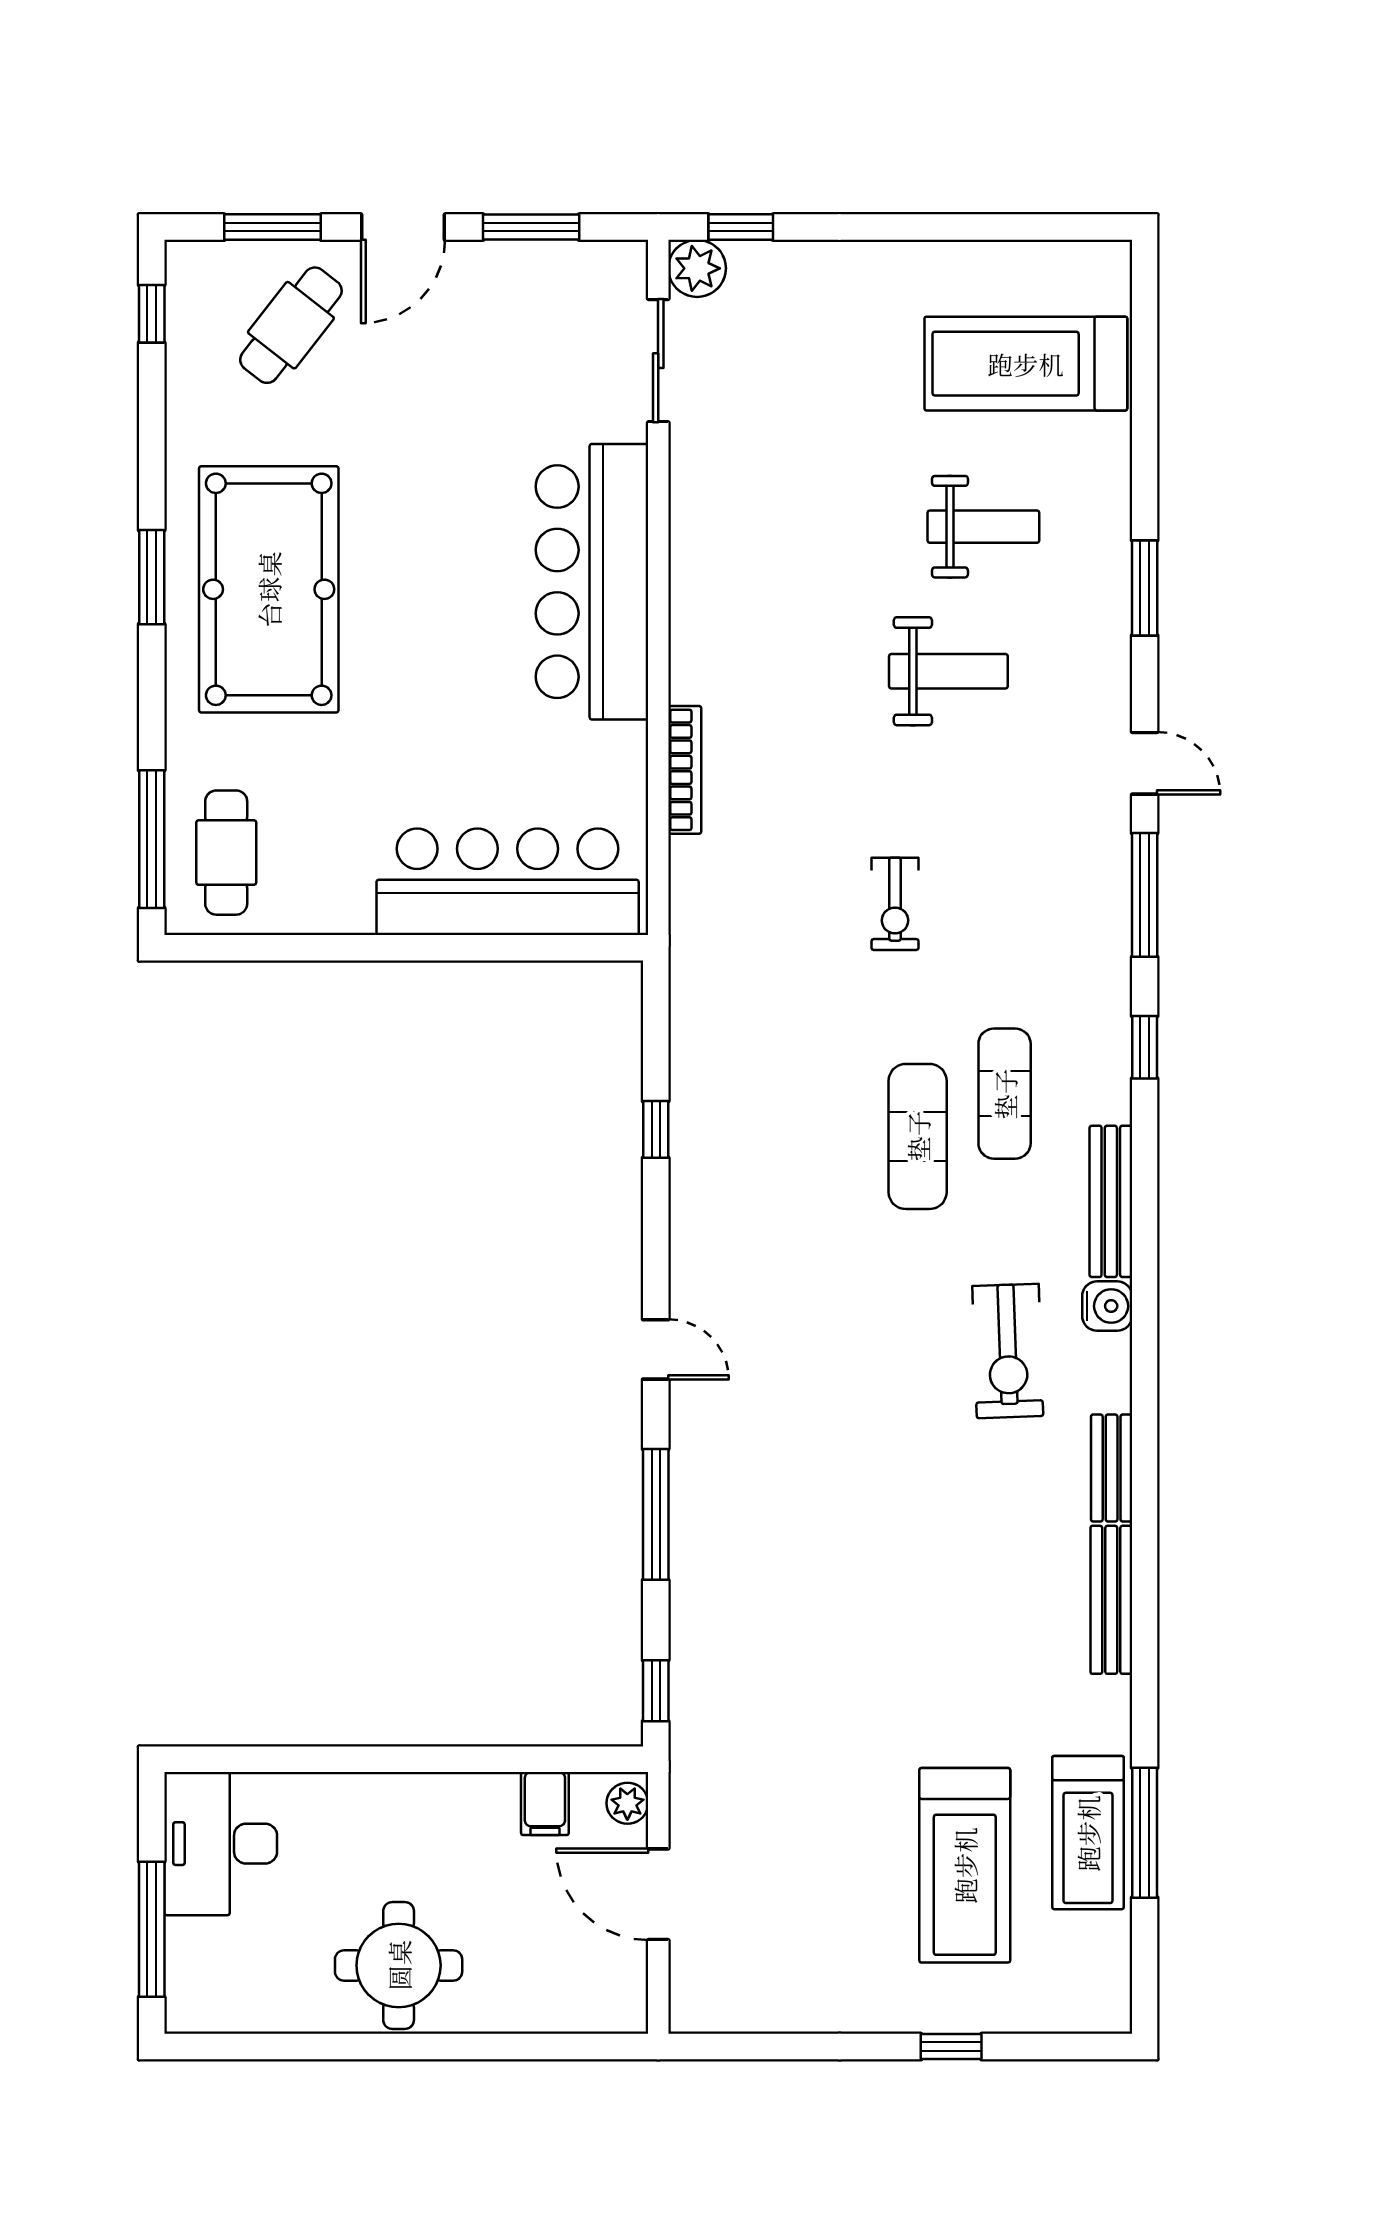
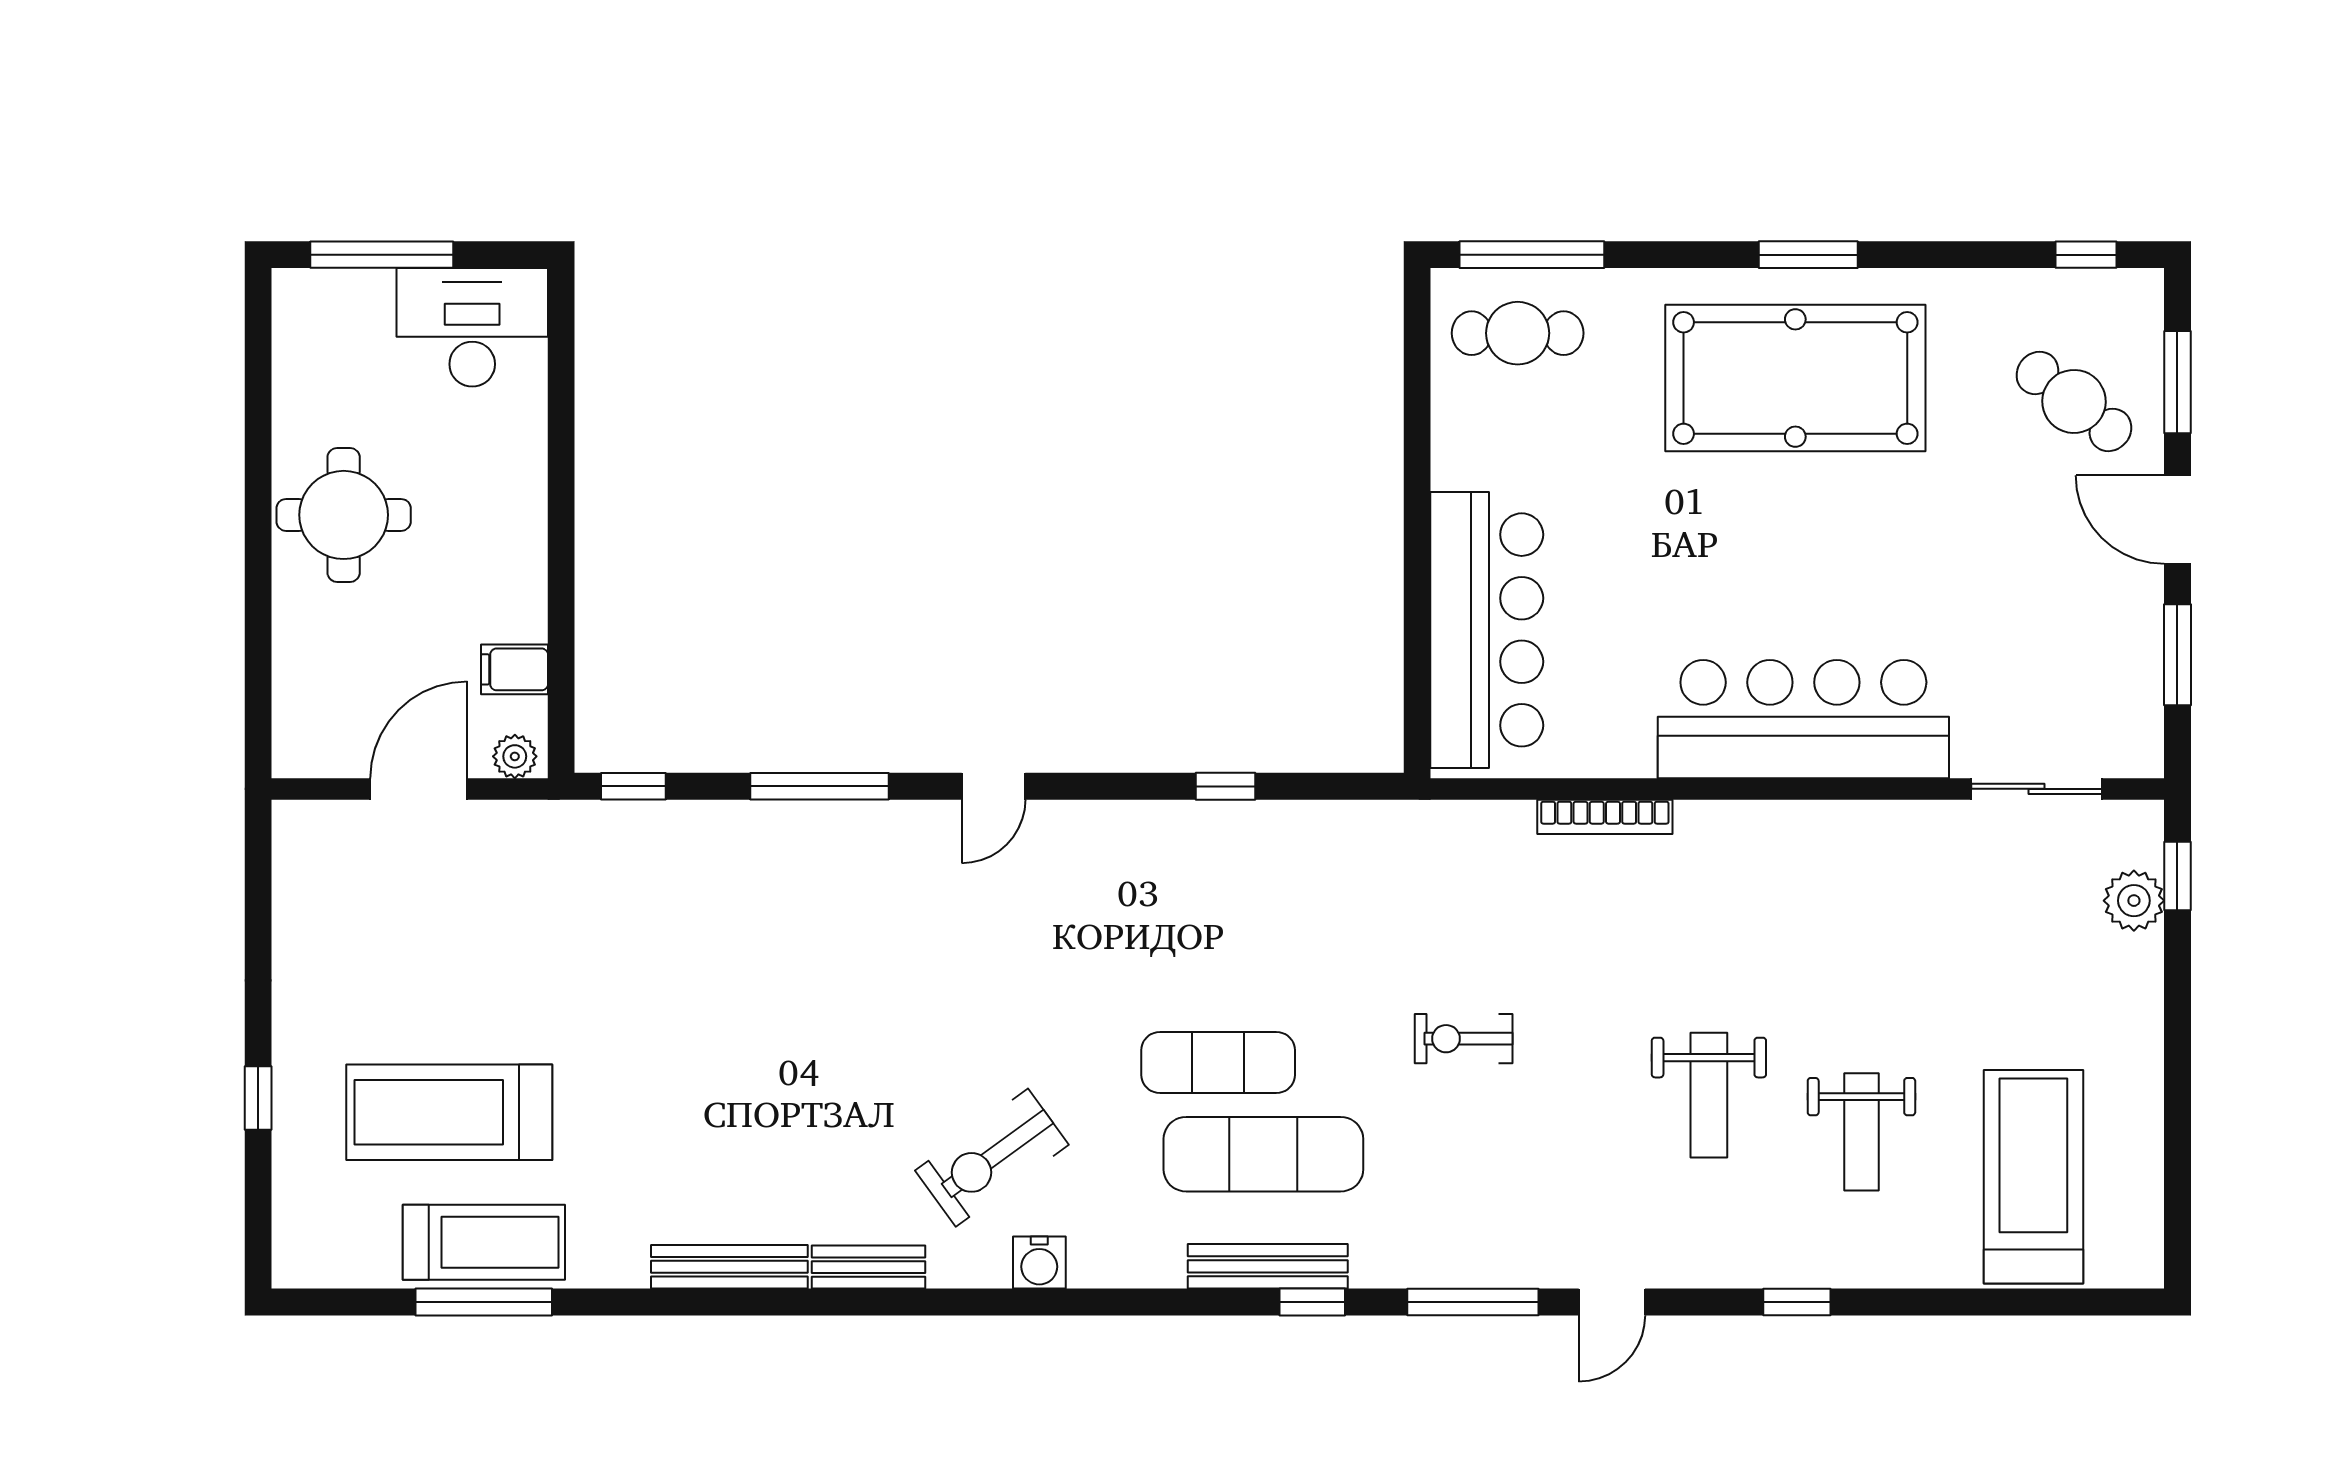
plant: (697, 268) -> (2134, 901), moved
window: (1145, 588) -> (1797, 1302), width x0.67
exercise mat: (1005, 1094) -> (1263, 1154), width x1.36, depth x1.45
bench: (1111, 1201) -> (1268, 1266), moved
exercise bike: (1008, 1351) -> (992, 1158), turned -34
treadmill: (1088, 1833) -> (484, 1242), turned 180

